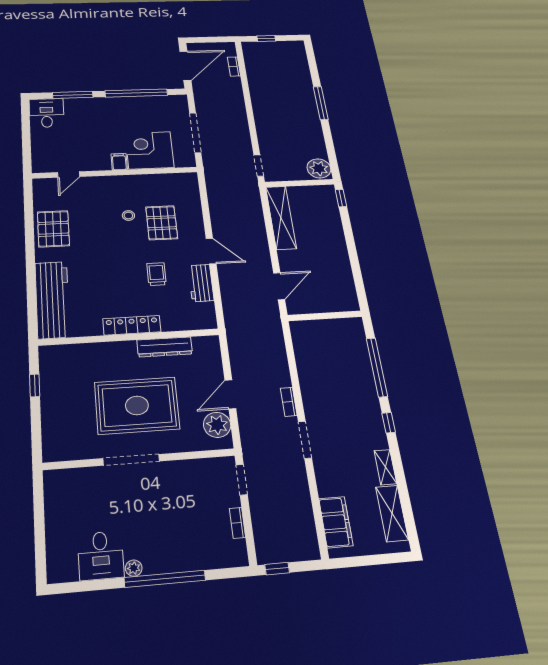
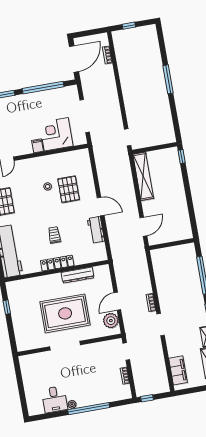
plant: (319, 168) -> (167, 135), removed
trolley: (157, 274) -> (54, 235), moved

